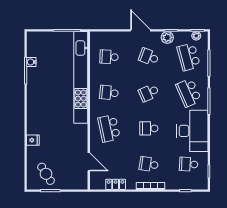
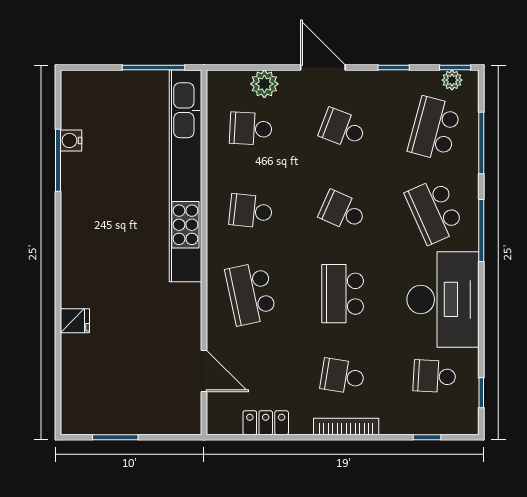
plant: (167, 37) -> (264, 84), moved
school desk: (189, 57) -> (434, 129), turned 30
school desk: (149, 93) -> (343, 211), turned 48
school desk: (149, 128) -> (343, 294), width x1.85
cafe table: (46, 174) -> (105, 398), removed

